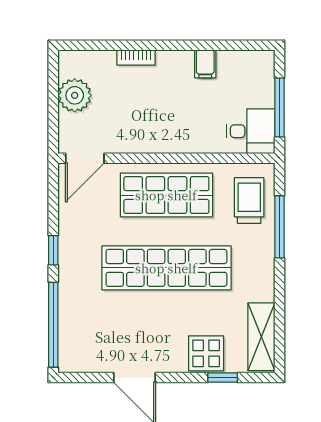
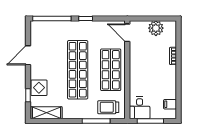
filing cabinet: (205, 64) -> (170, 104), moved
trolley: (249, 201) -> (108, 107), turned 180

